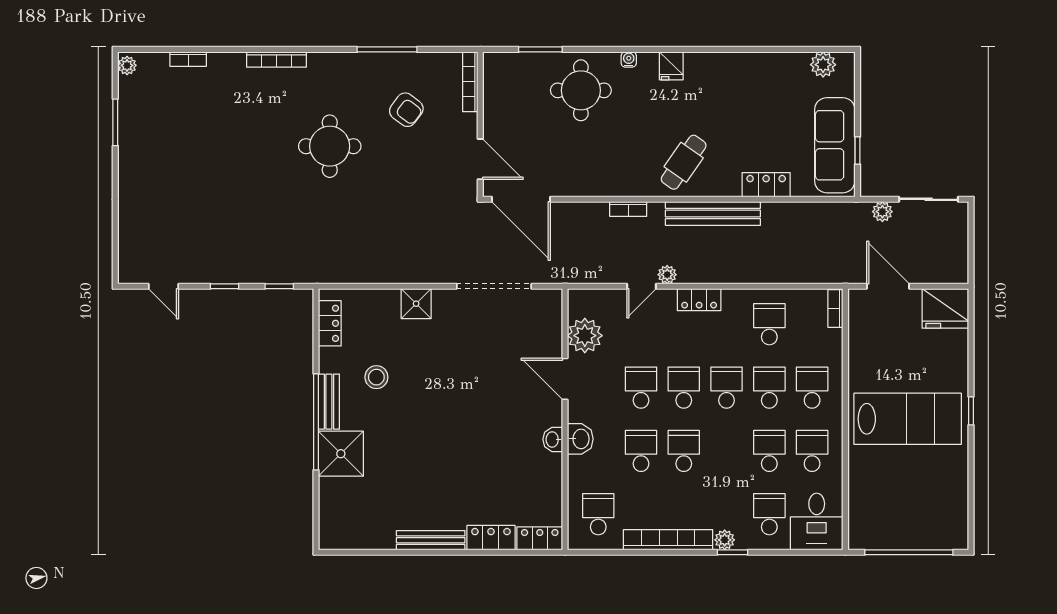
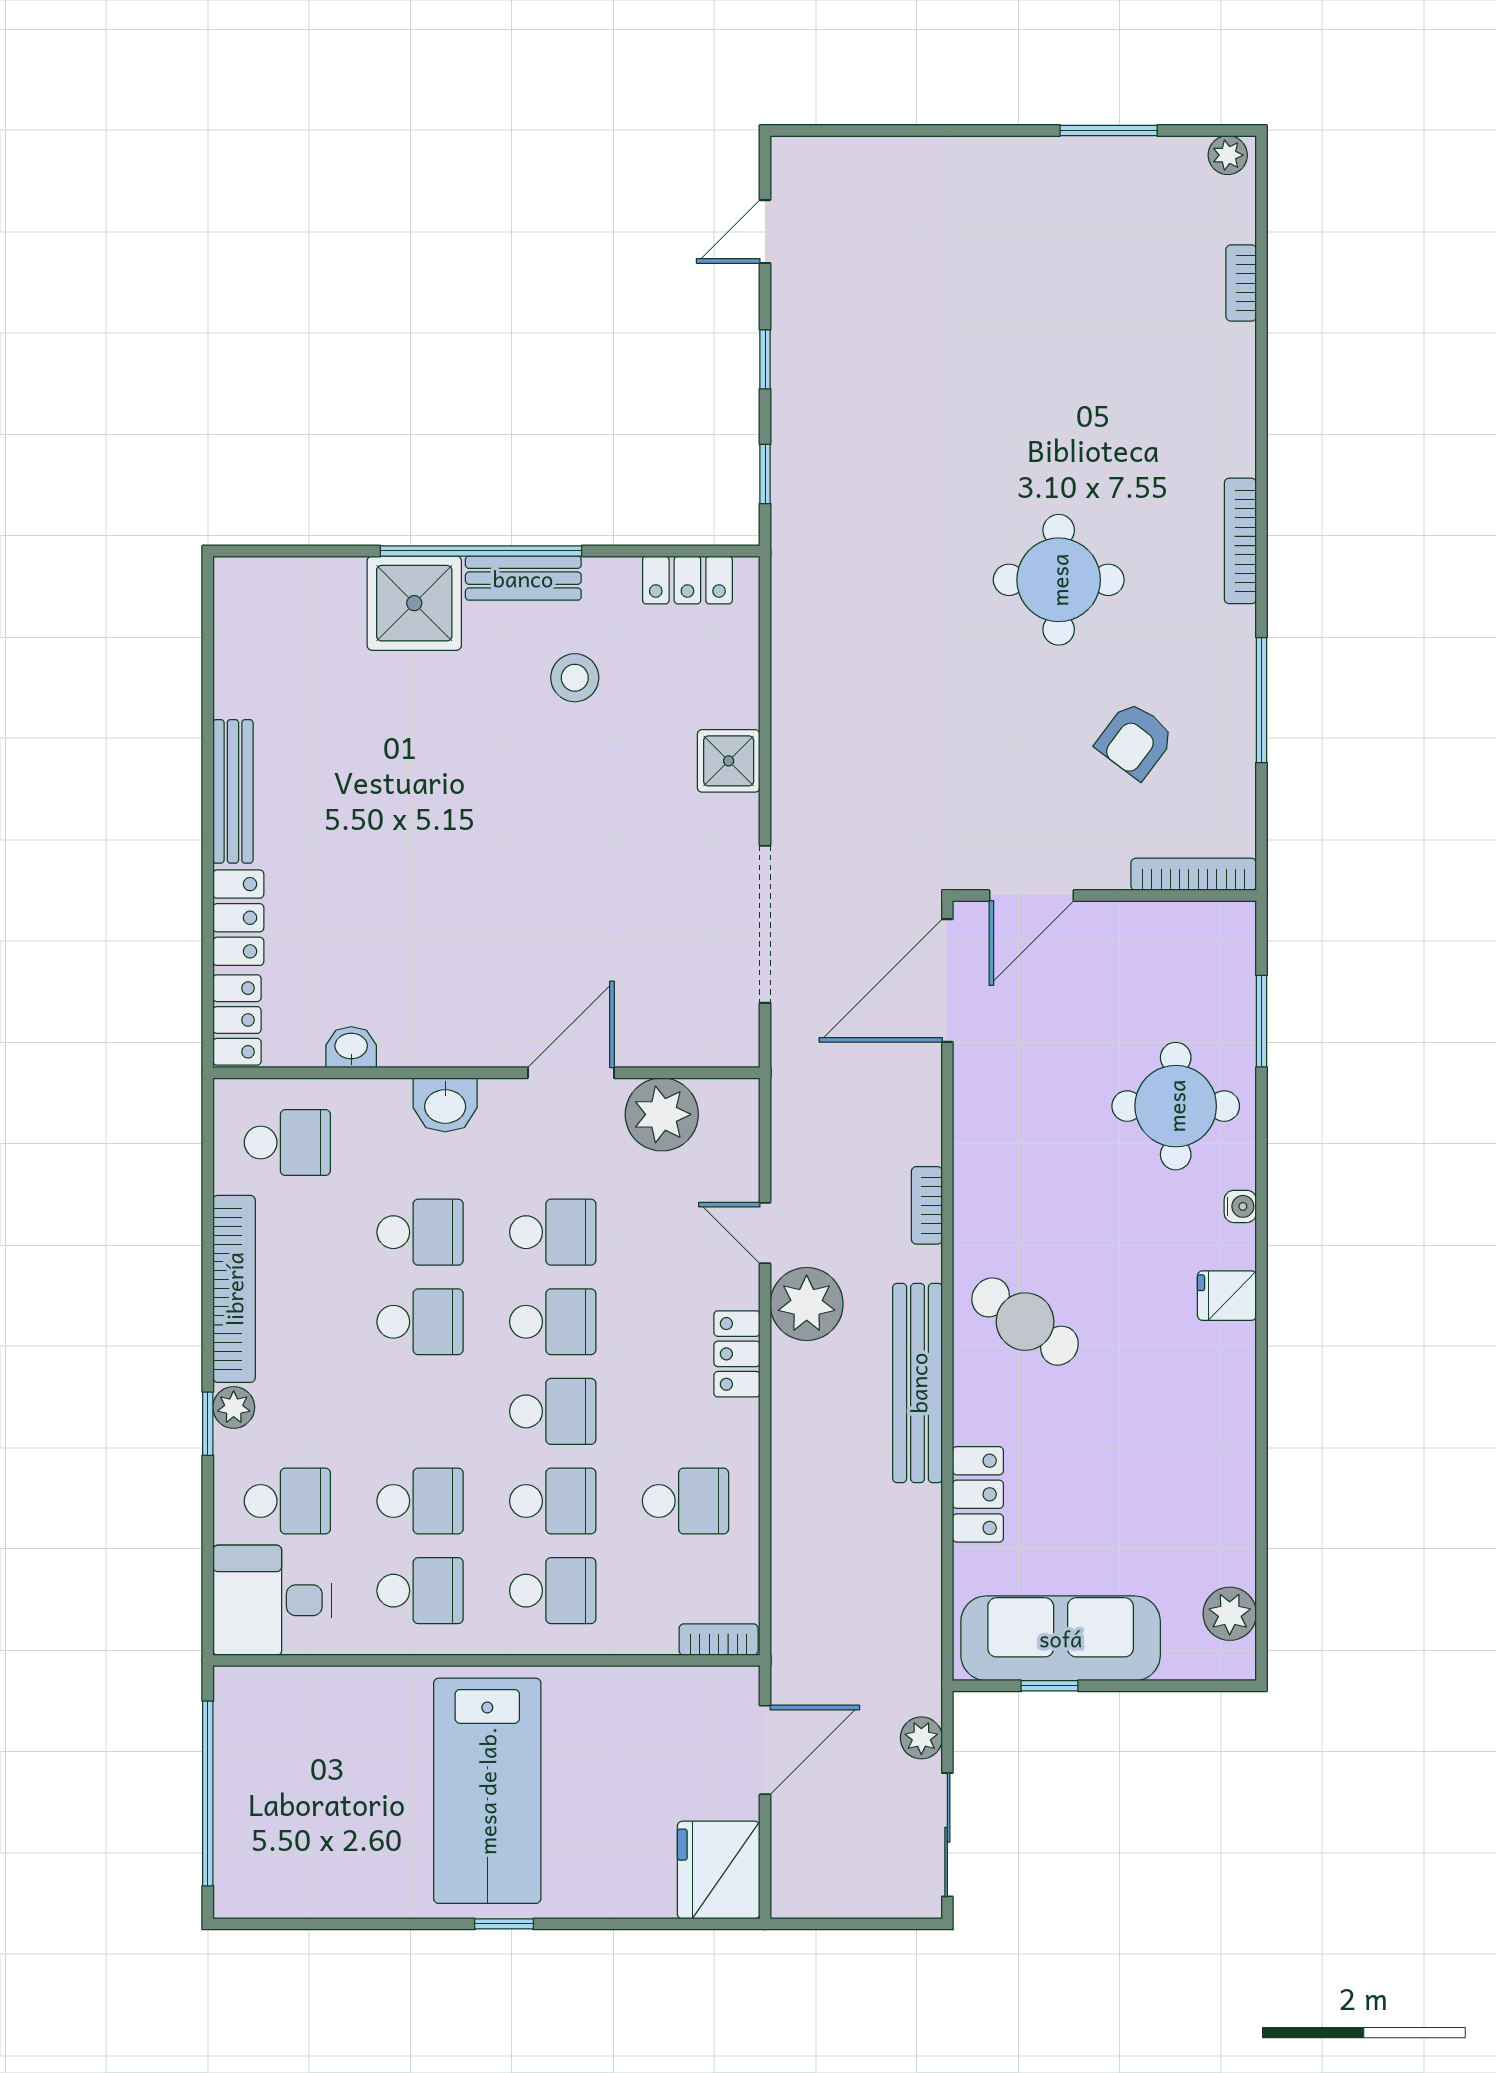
bookcase: (277, 59) -> (1240, 541), moved
plant: (667, 275) -> (807, 1304), width x1.87, depth x1.87
washbasin: (553, 439) -> (351, 1047), moved

